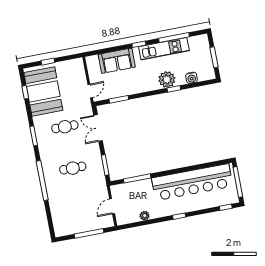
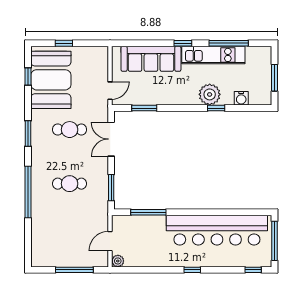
sofa: (117, 61) -> (151, 59), width x1.36
plant: (145, 216) -> (118, 261), moved

